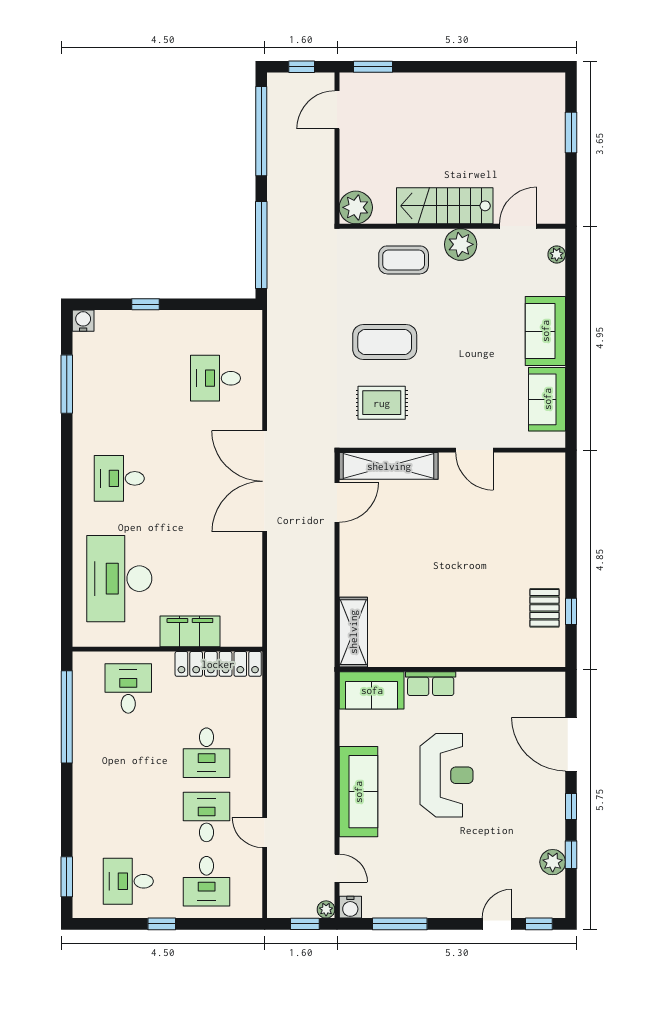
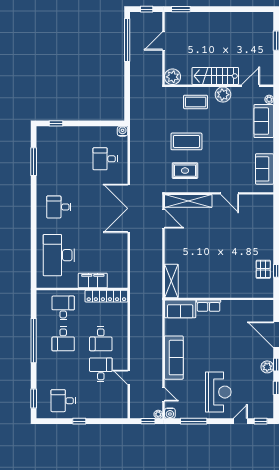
door: (337, 110) -> (164, 41), moved
window: (261, 245) -> (127, 95), removed
window: (145, 304) -> (56, 123), moved
water cooler: (83, 321) -> (123, 131), moved
sofa: (545, 331) -> (264, 121), moved
door: (337, 503) -> (164, 219), hinge flipped
window: (67, 717) -> (34, 341), moved
reception desk: (447, 775) -> (218, 392), moved
plant: (553, 862) -> (267, 367), moved
desk: (207, 881) -> (63, 339), moved

